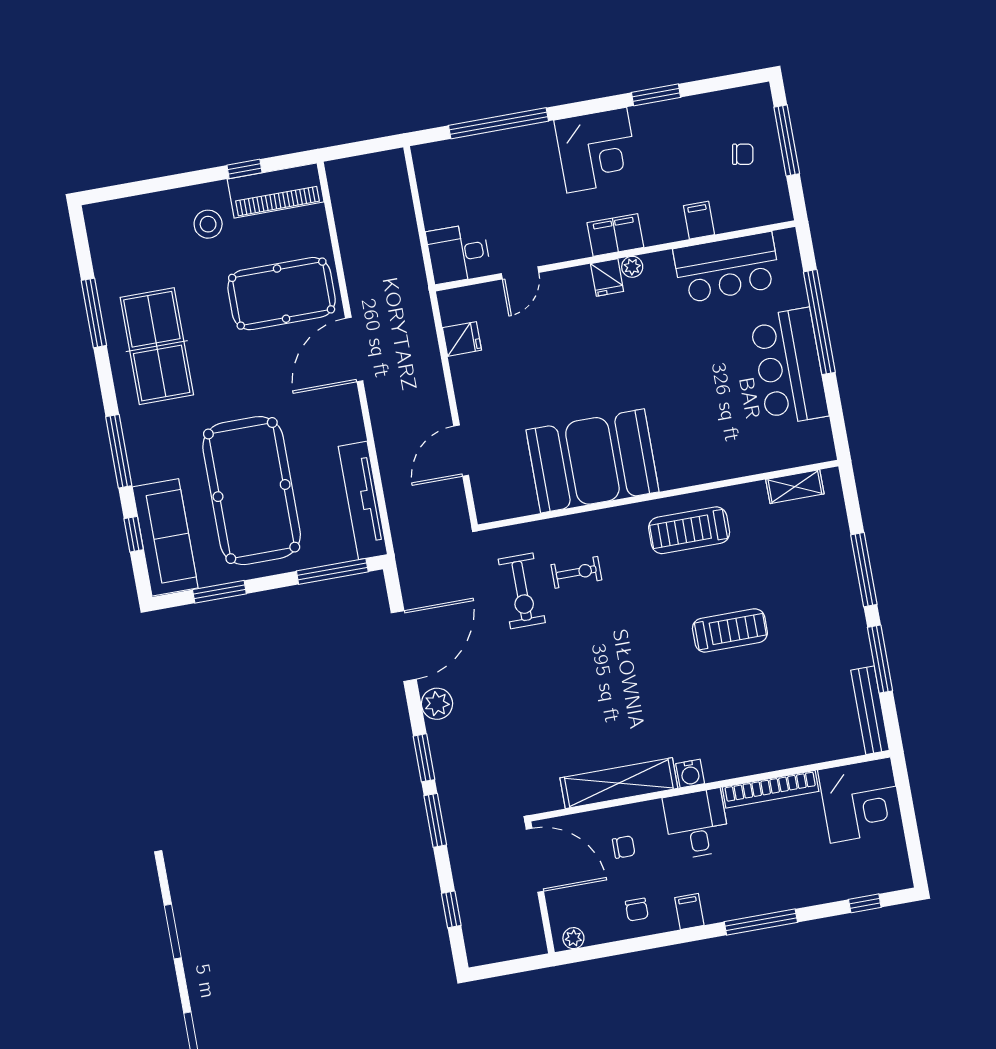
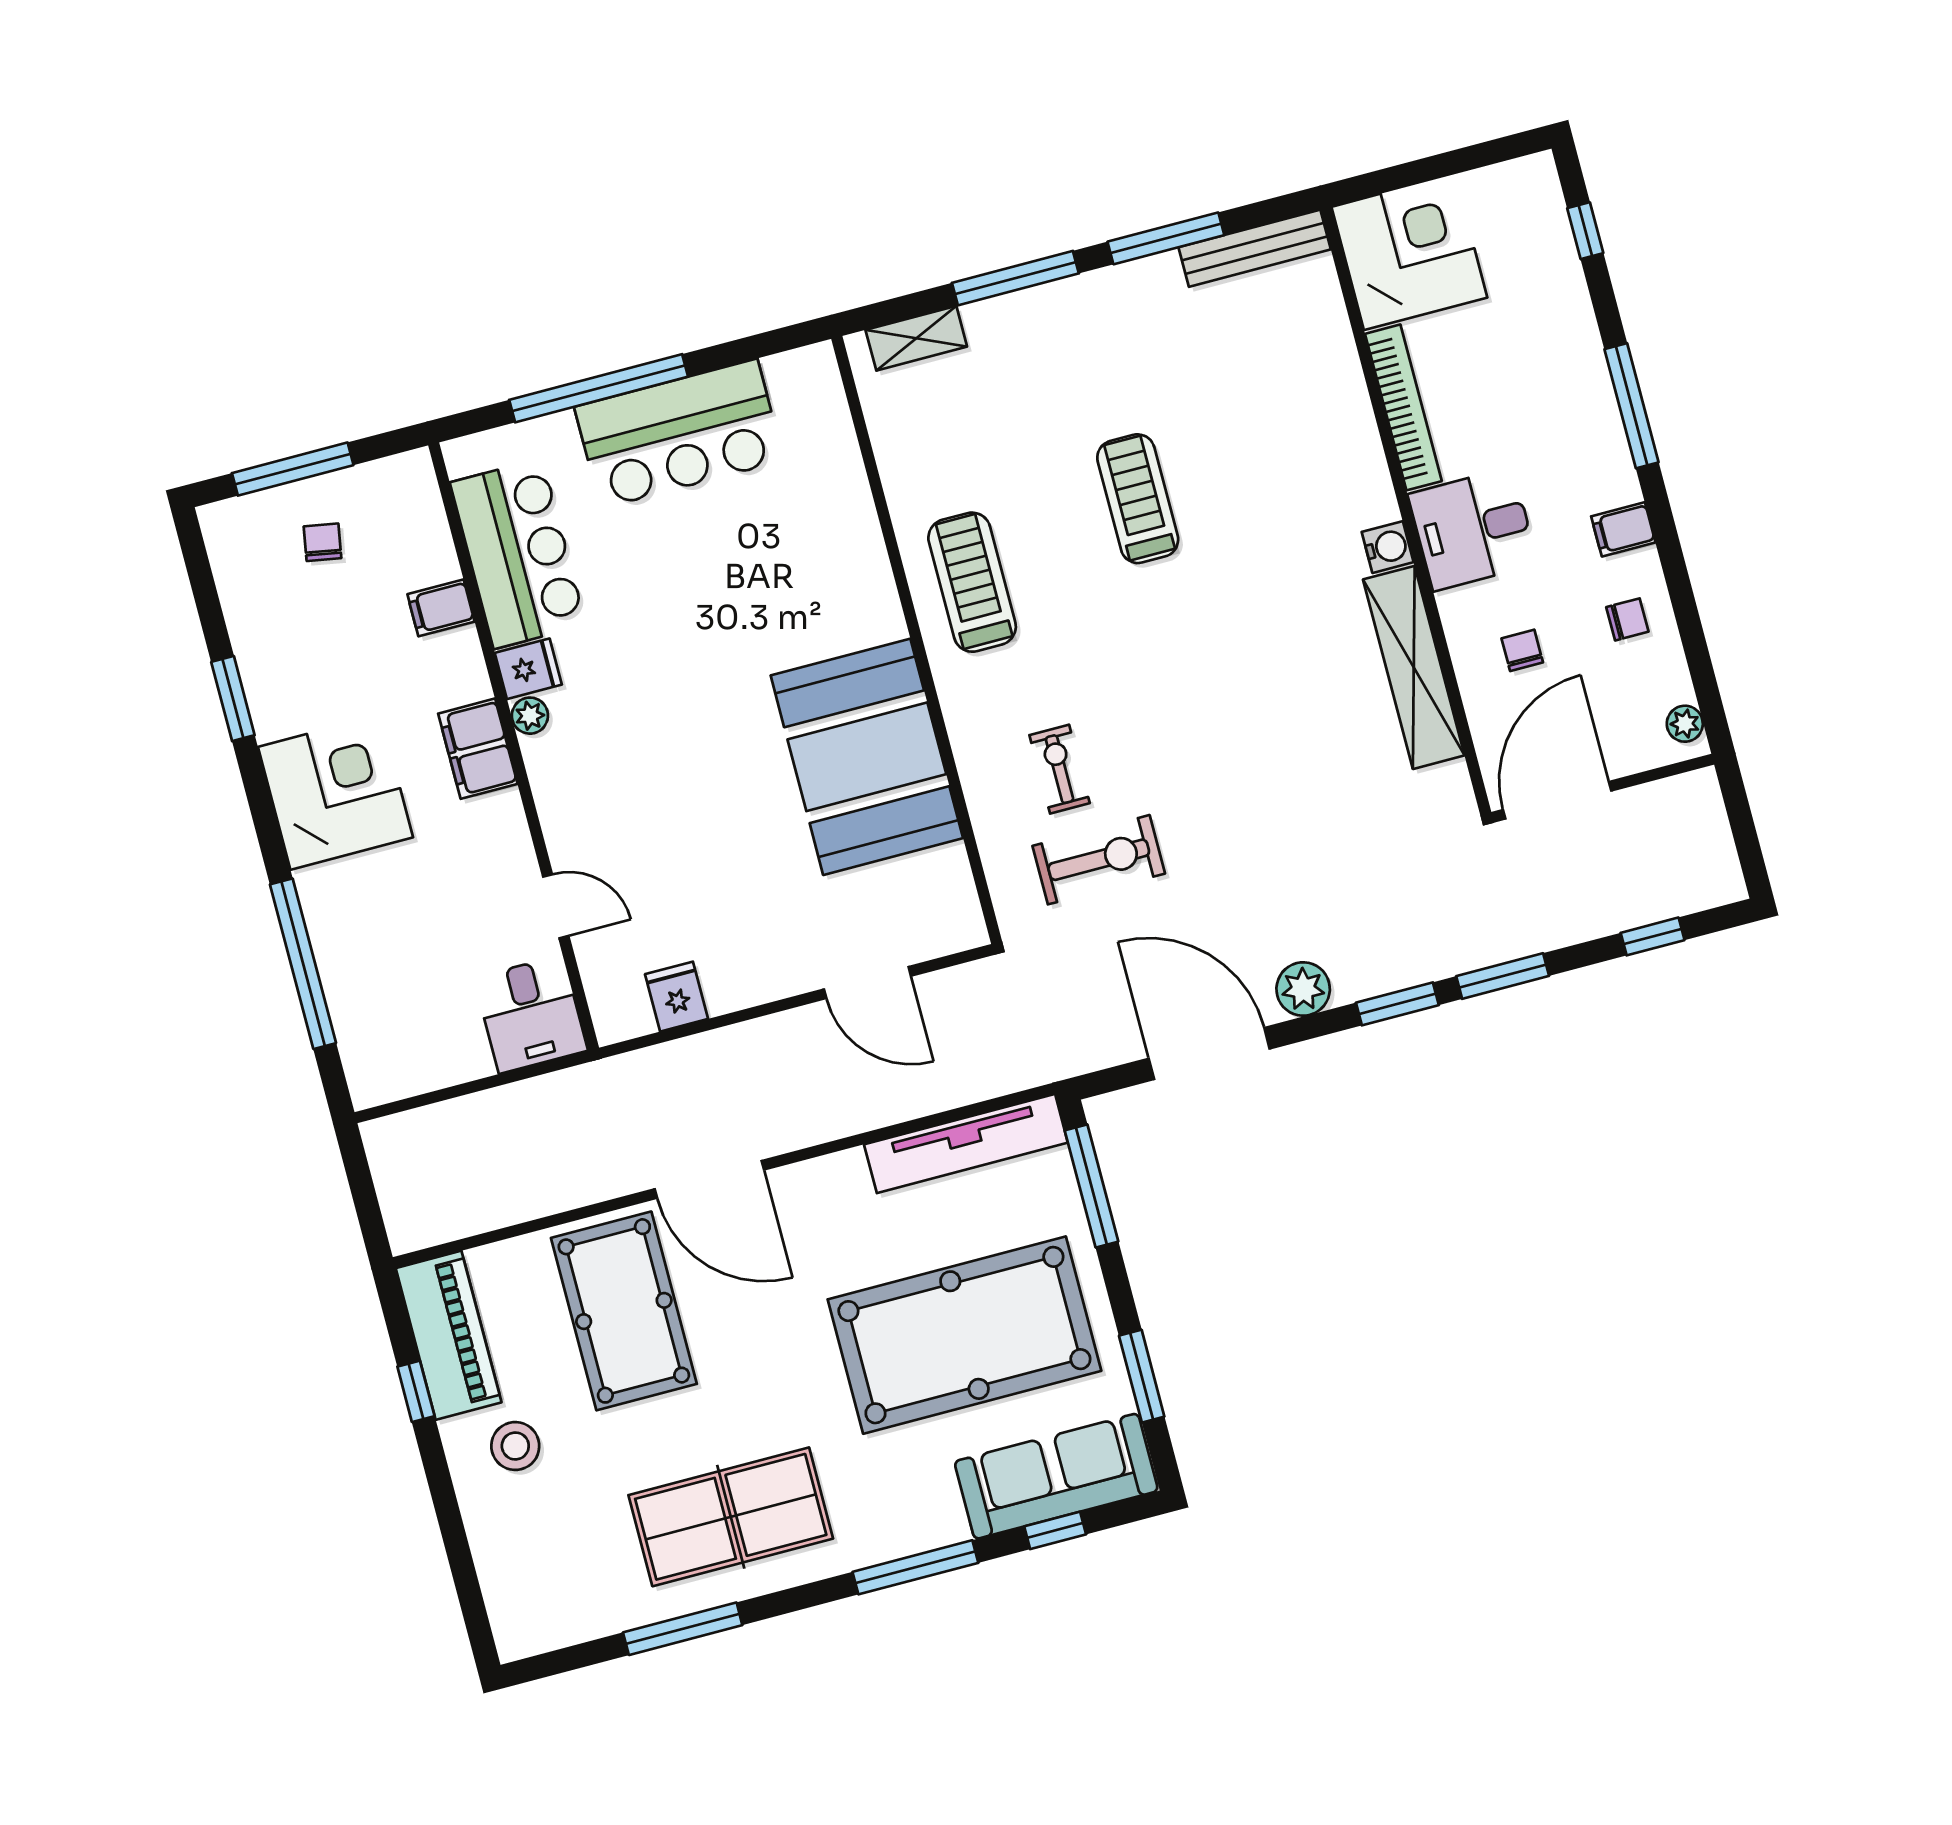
fridge: (607, 278) -> (528, 669), moved
shelving: (795, 487) -> (916, 338), moved, turned 90
treadmill: (689, 530) -> (972, 582), turned 180

